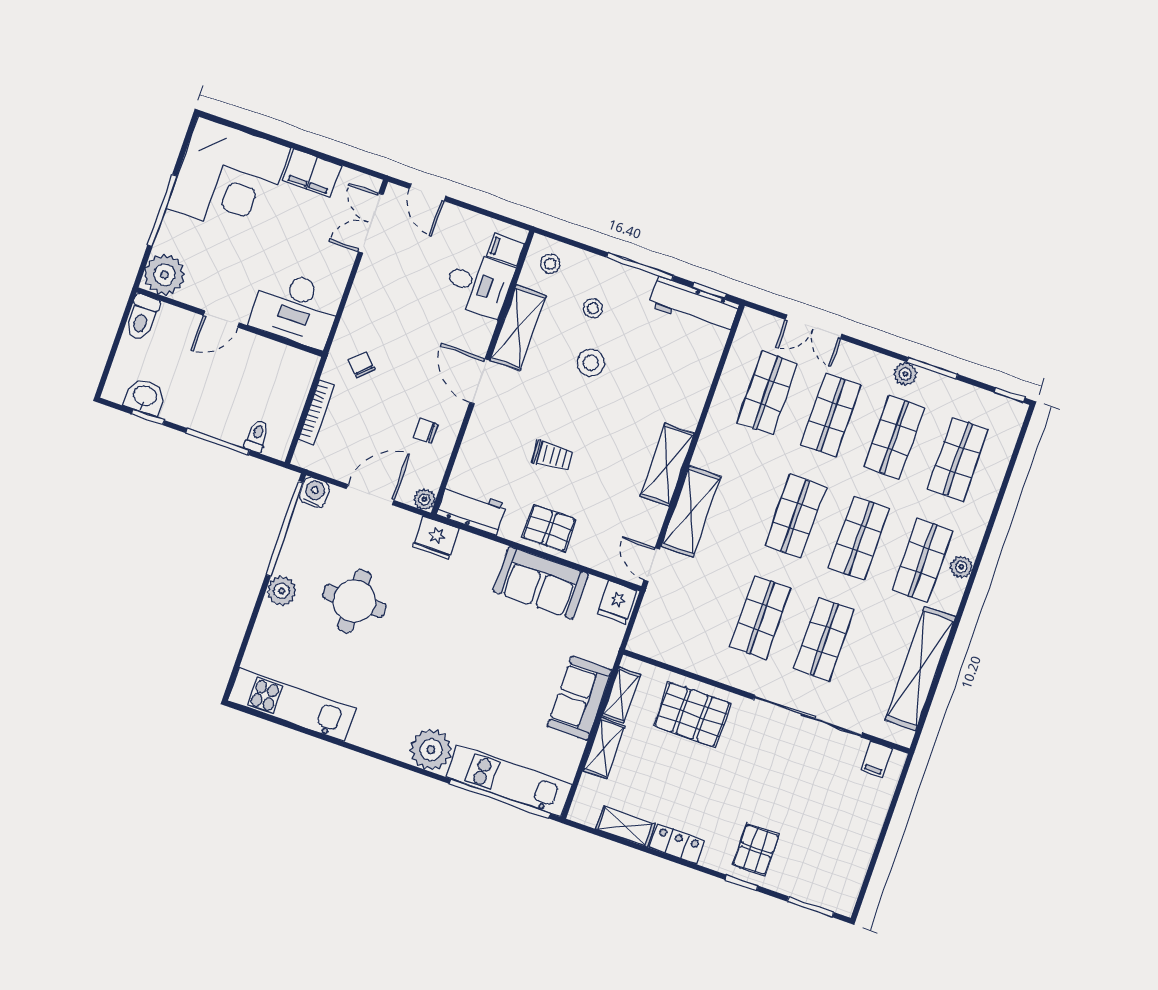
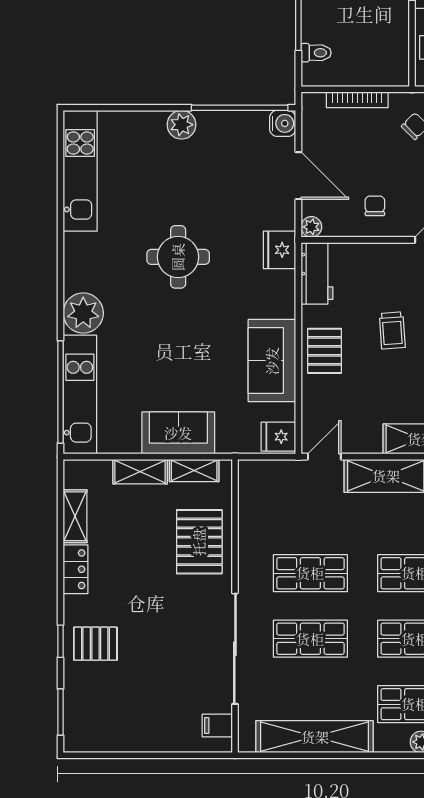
round table: (354, 601) -> (178, 257), moved

